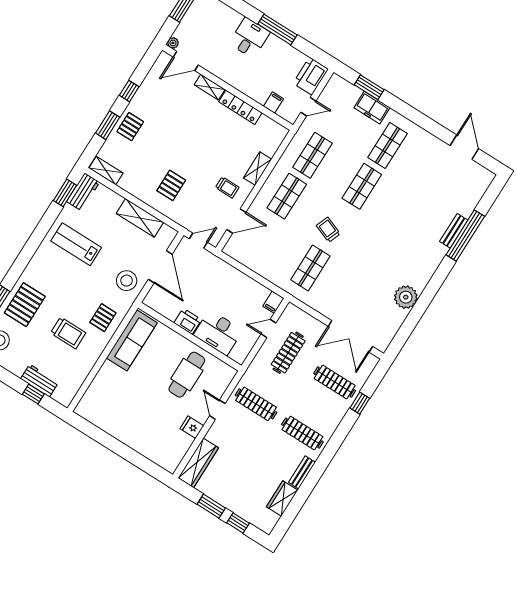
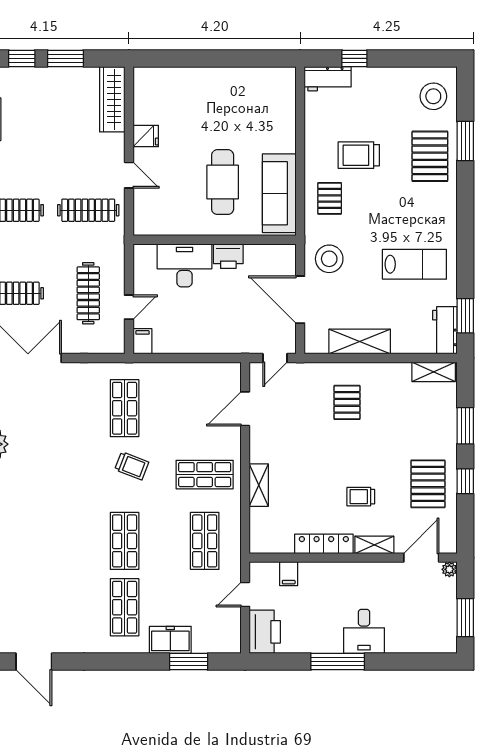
pallet: (130, 127) -> (428, 484), moved, width x1.50, depth x1.42
trolley: (227, 187) -> (361, 497), moved
shop shelf: (287, 196) -> (205, 475), turned 90
cafe table: (187, 375) -> (223, 182), moved
workbench: (40, 381) -> (328, 79), moved

